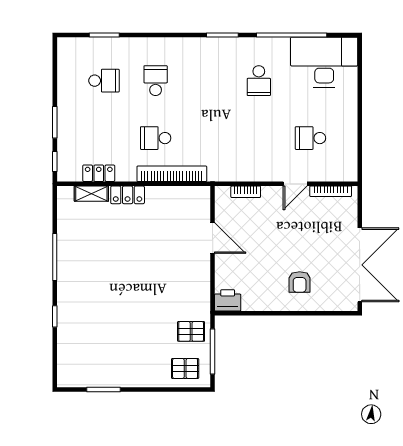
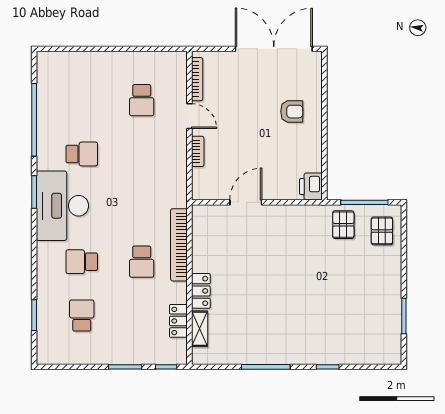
desk: (324, 62) -> (62, 206), moved
bookcase: (246, 192) -> (198, 151), moved

